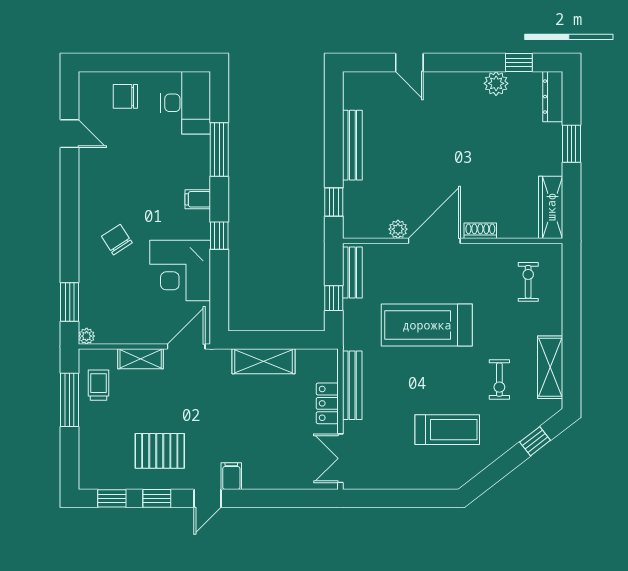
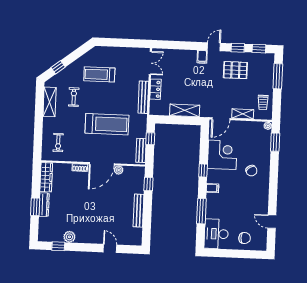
dresser: (553, 97) -> (44, 205), moved
window: (70, 400) -> (278, 76), moved

